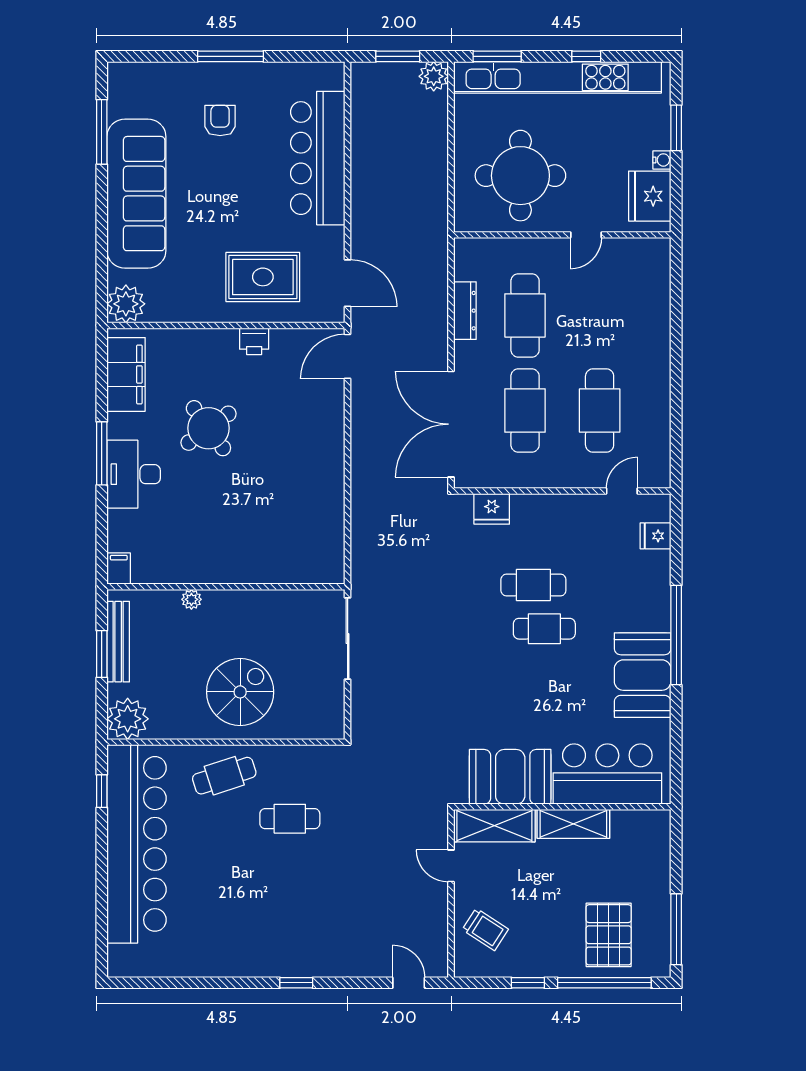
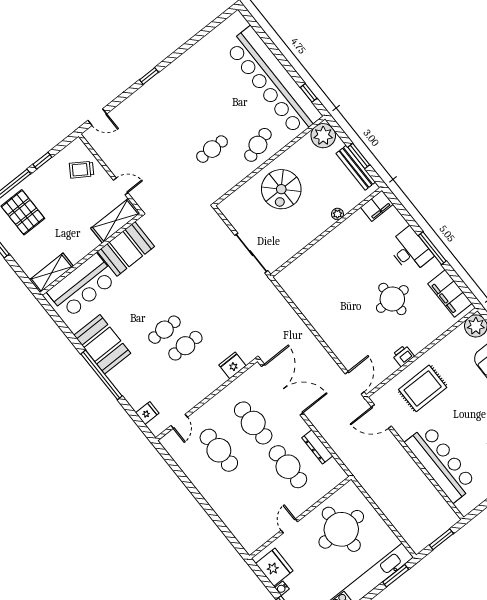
plant: (434, 76) -> (418, 543), removed
round table: (208, 428) -> (392, 299), turned 36
filing cabinet: (119, 569) -> (377, 206), width x2.00
shelving: (573, 824) -> (51, 273), moved

